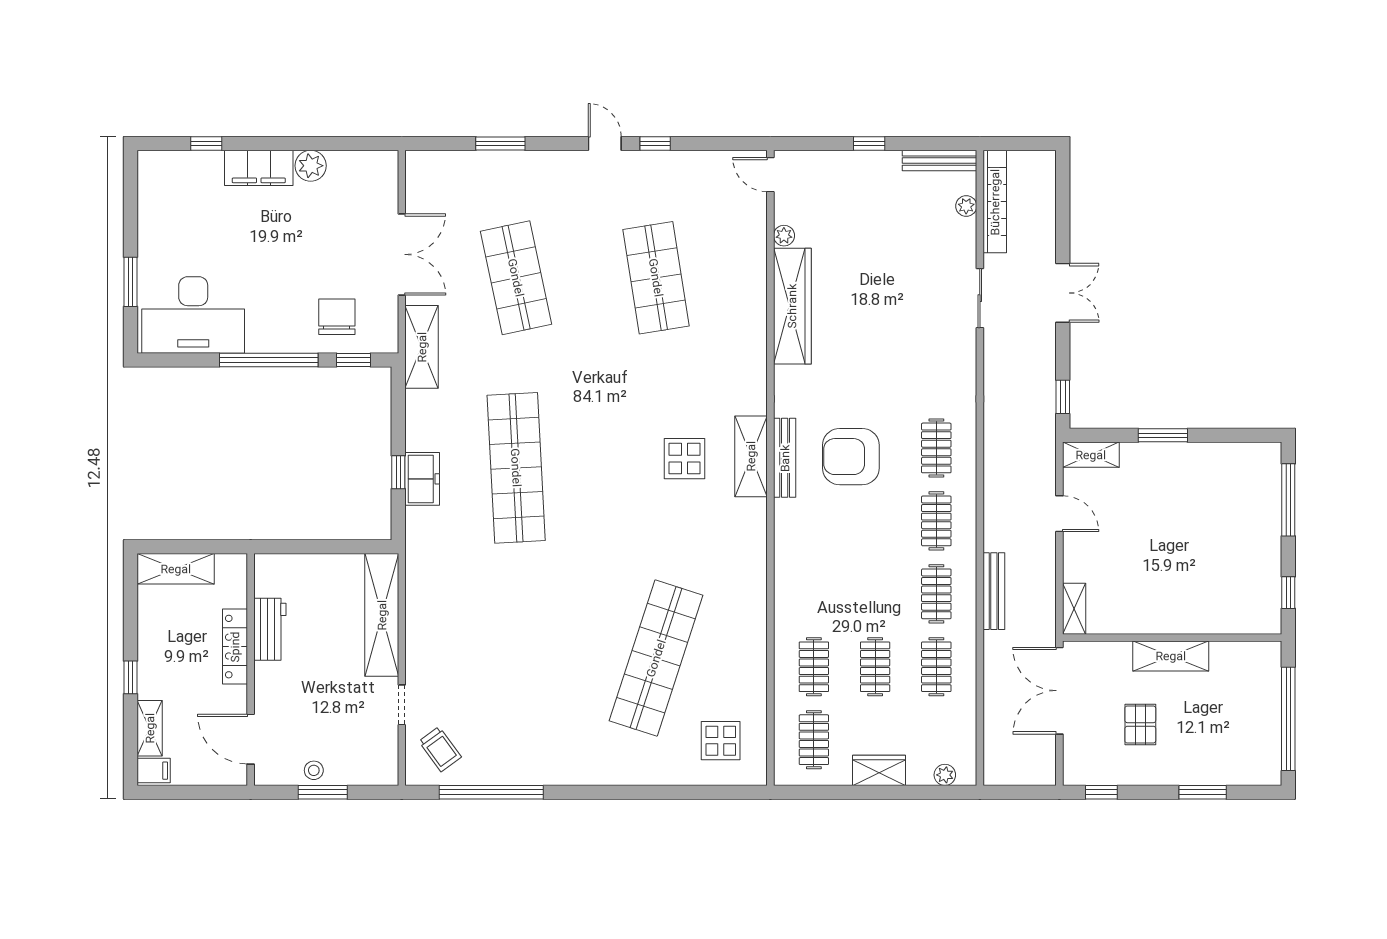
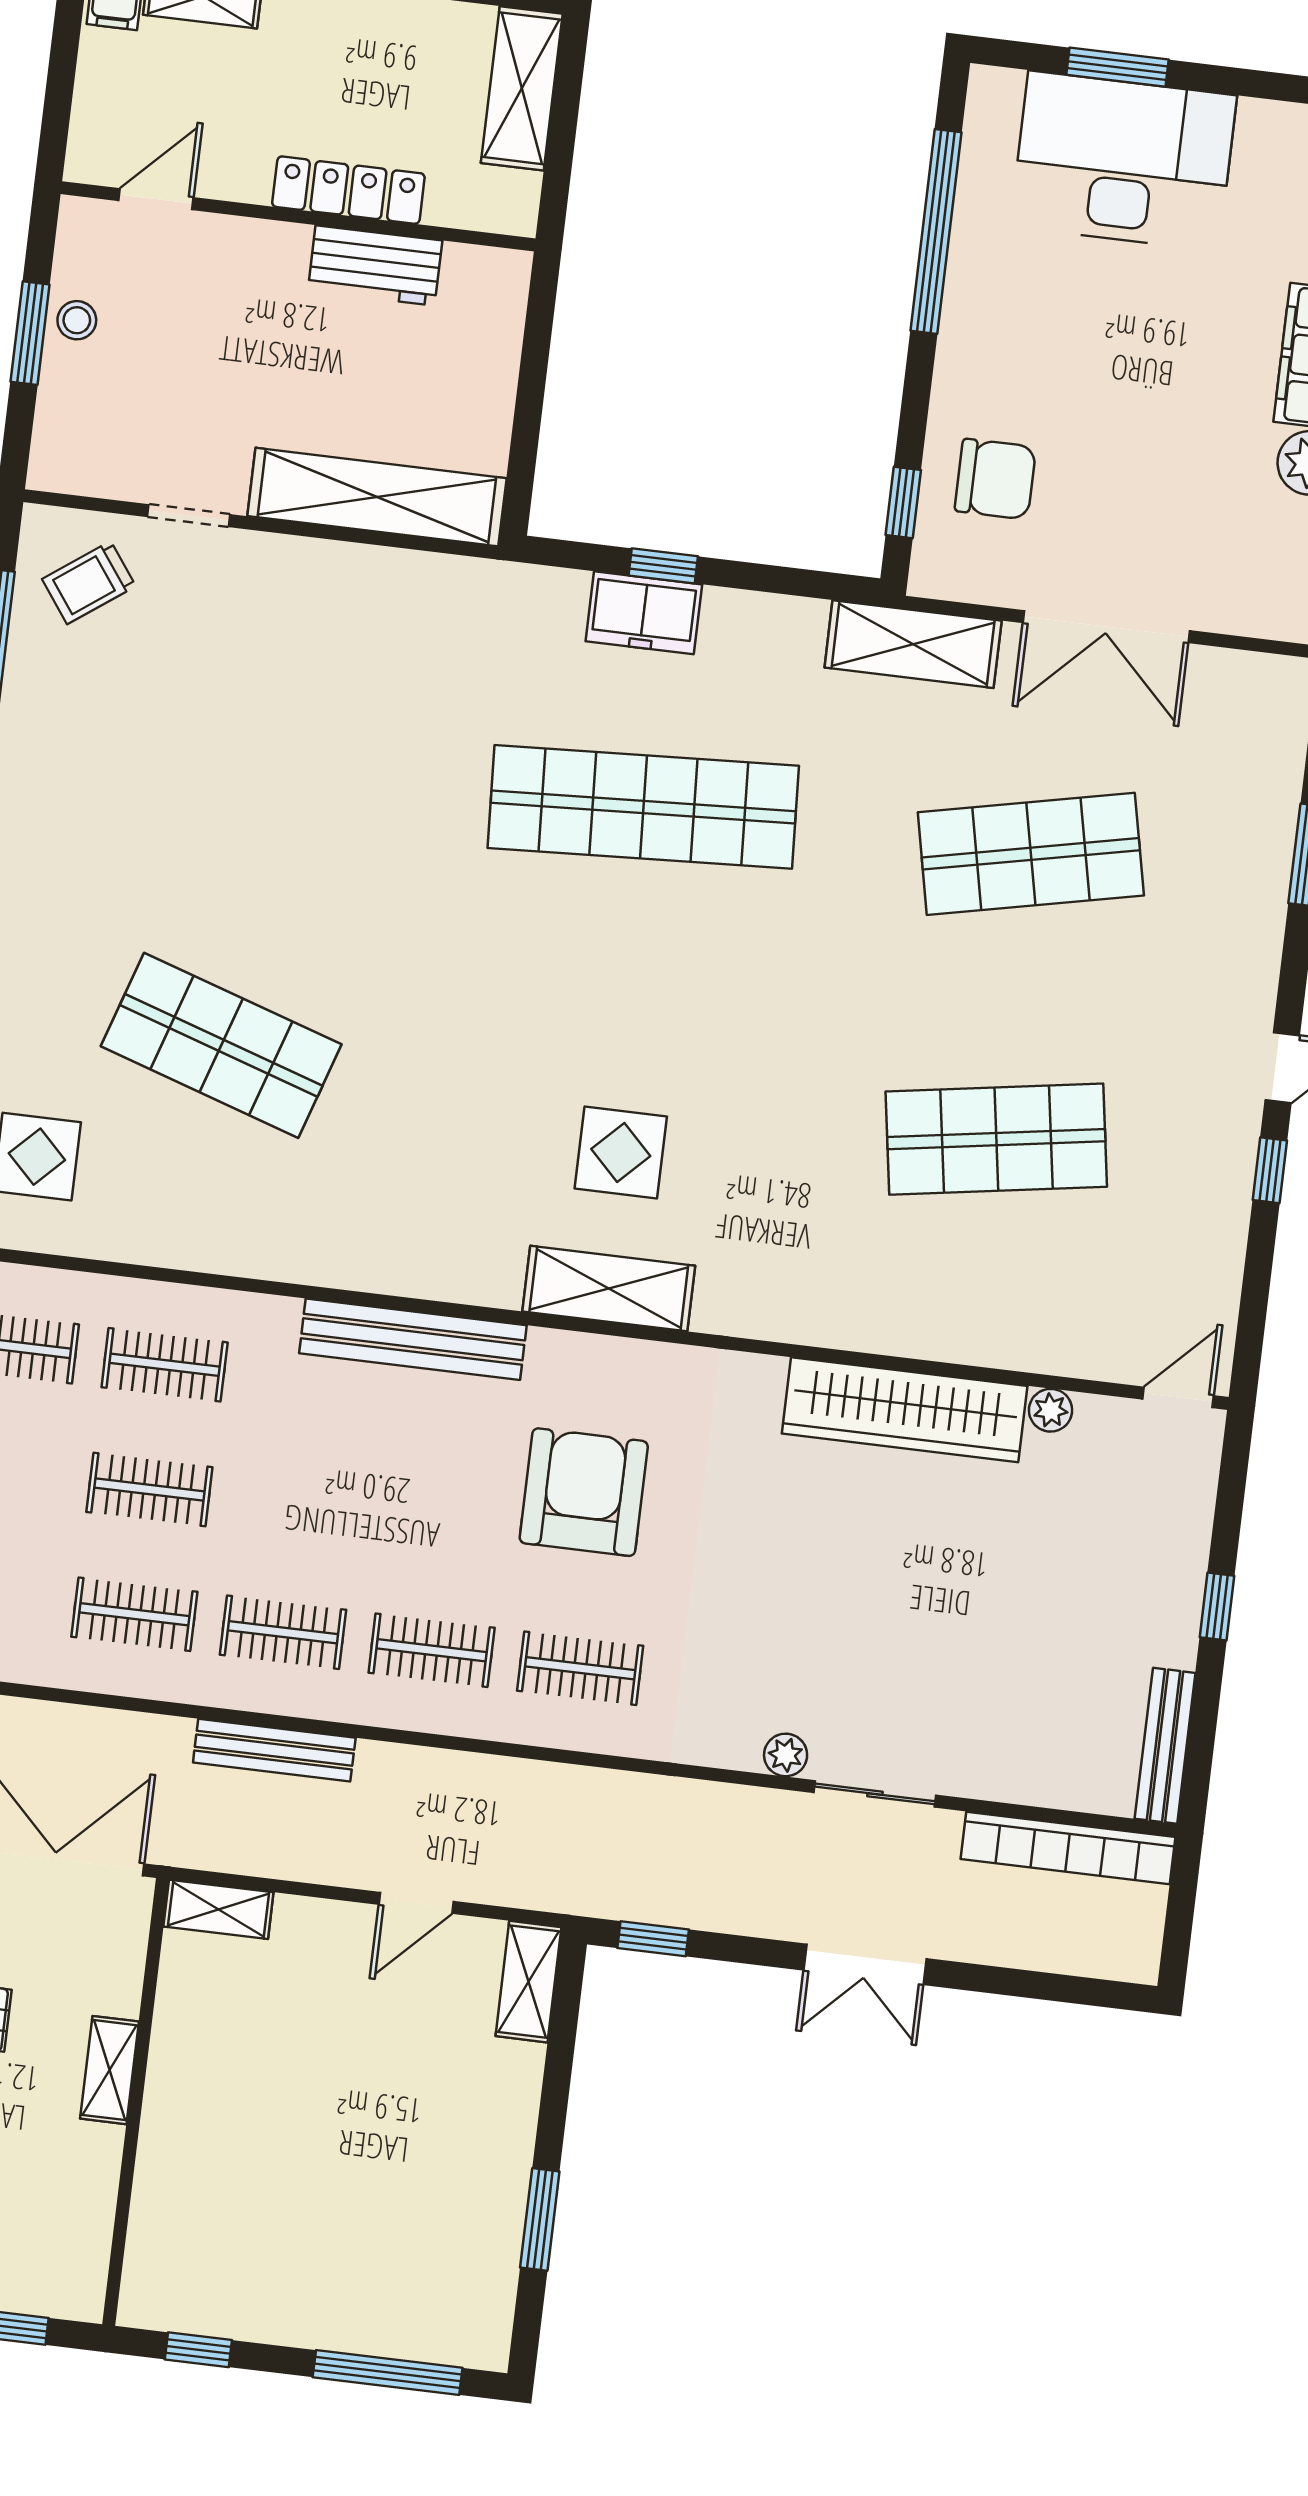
plant: (966, 206) -> (786, 1755), moved
desk: (193, 315) -> (1123, 161), moved, turned 90
window: (269, 360) -> (936, 232), moved
window: (1163, 435) -> (540, 2219), moved
bench: (785, 458) -> (413, 1339), moved, width x1.37, depth x1.21
shelving: (1171, 656) -> (109, 2070), width x0.67, depth x0.75
shop shelf: (656, 658) -> (221, 1045), width x0.71
door: (251, 739) -> (156, 199), width x0.73

